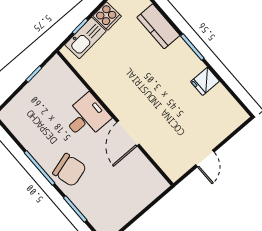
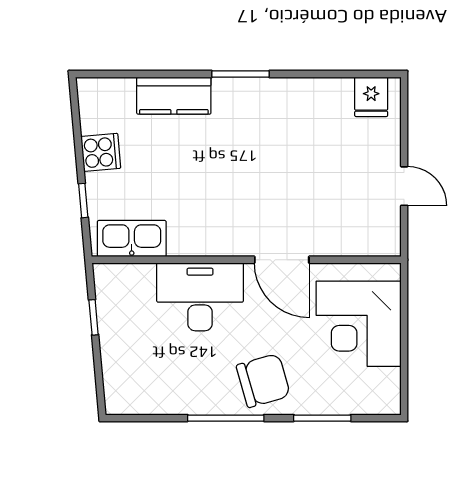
kitchen sink: (85, 38) -> (132, 239), moved, turned -85
fridge: (205, 81) -> (371, 97), moved
desk: (86, 117) -> (200, 297), width x1.37
corner desk: (129, 190) -> (359, 324), added

